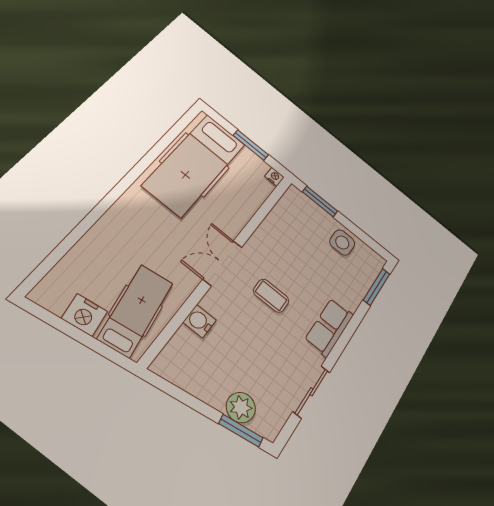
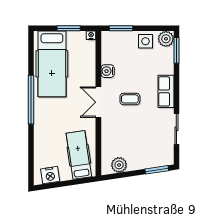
window: (127, 181) -> (31, 100), added
plant: (371, 262) -> (166, 39), added
nightstand: (85, 315) -> (50, 175), moved
water cooler: (200, 321) -> (108, 71), moved
plant: (241, 407) -> (119, 165), moved

